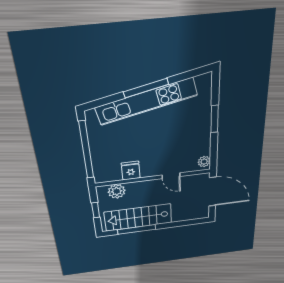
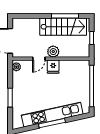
fridge: (131, 171) -> (53, 67), moved
door: (171, 176) -> (39, 59), swing flipped
plant: (117, 191) -> (53, 52), moved

